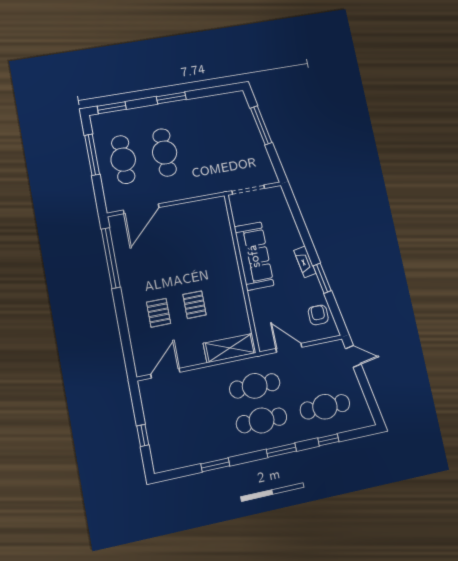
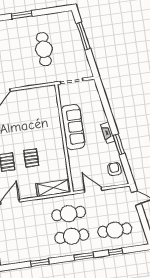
cafe table: (165, 152) -> (44, 49), moved

